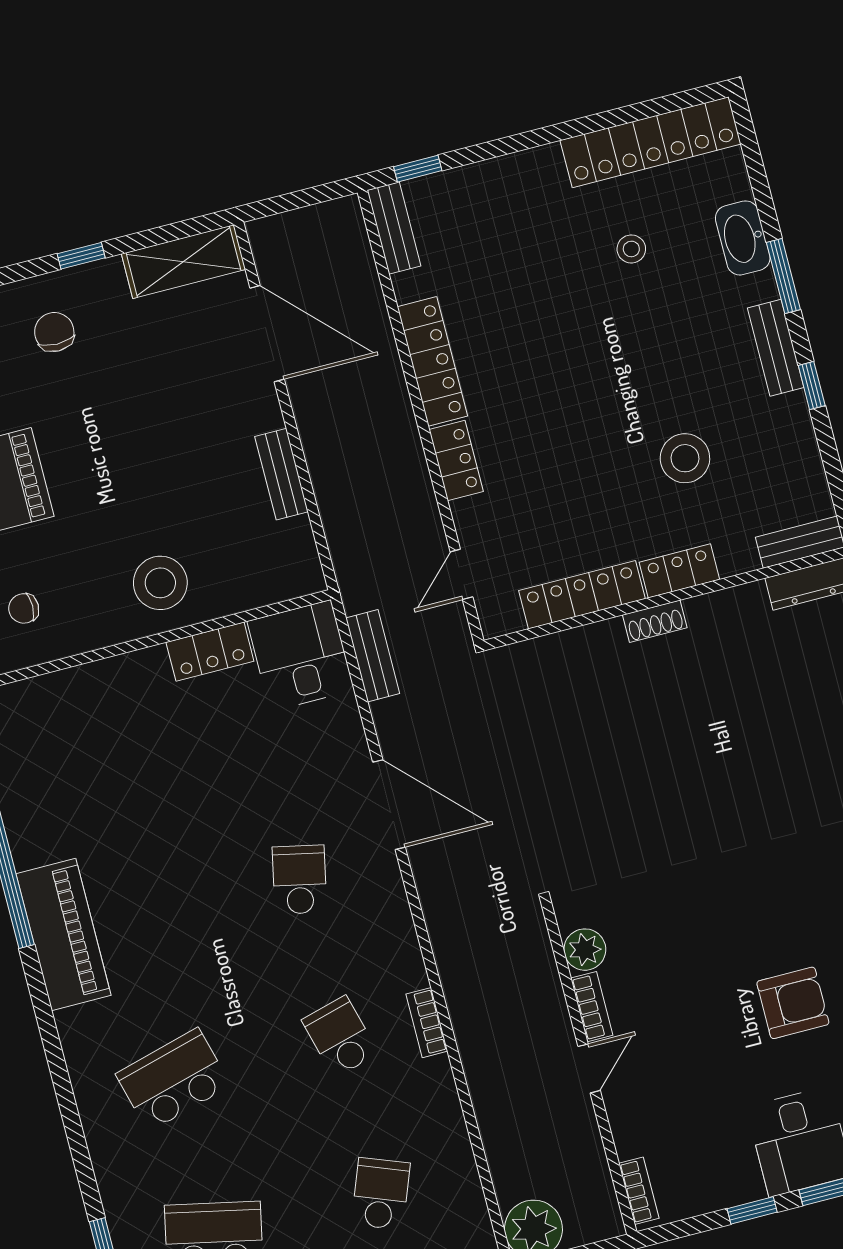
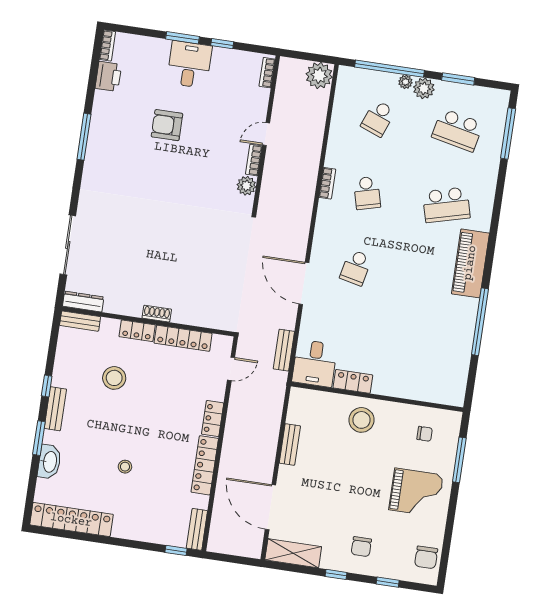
stool: (631, 249) -> (125, 467), moved
piano: (63, 934) -> (470, 263), moved

